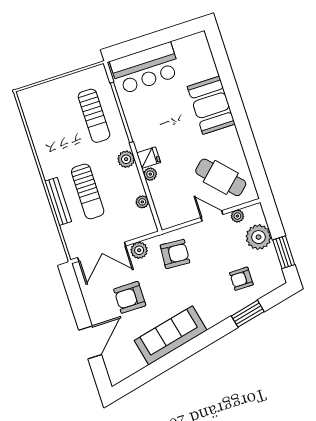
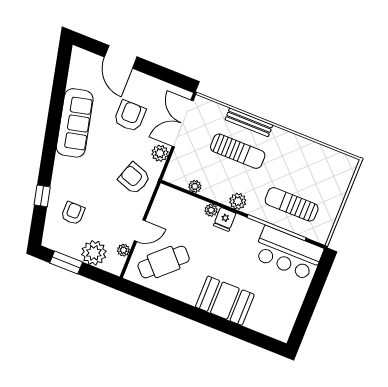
bar counter: (145, 68) -> (288, 253), moved, turned -90
sun lounger: (88, 191) -> (238, 151), turned 180
armchair: (175, 254) -> (134, 178), turned 105
window: (248, 314) -> (42, 196), width x0.67

